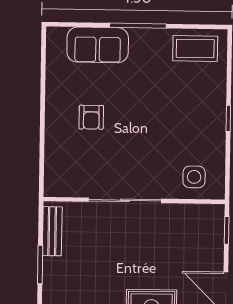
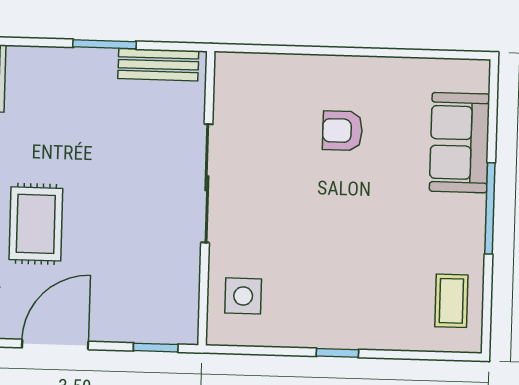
coffee table: (195, 49) -> (451, 301), width x0.73, depth x0.77

